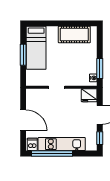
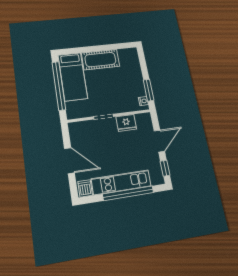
cot: (74, 35) -> (100, 60), moved
window: (23, 55) -> (59, 86), width x2.11
fridge: (89, 95) -> (126, 123), moved
window: (52, 153) -> (128, 193), moved

